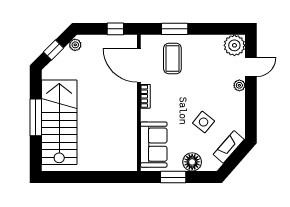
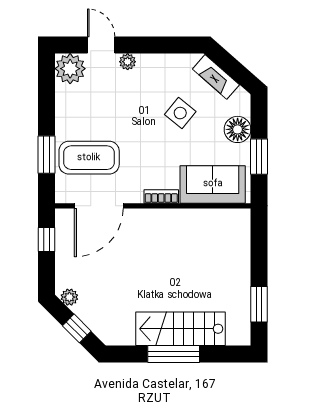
coffee table: (172, 59) -> (89, 158), width x1.36, depth x1.32
bookcase: (145, 96) -> (161, 196), moved
stairs: (59, 122) -> (181, 329), width x0.73, depth x0.66
window: (70, 177) -> (259, 304), added

